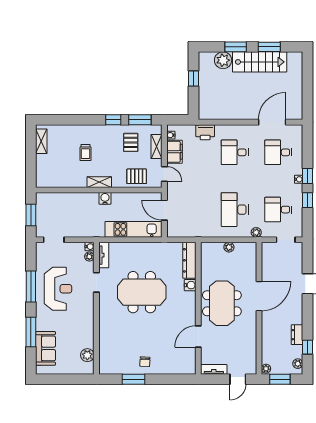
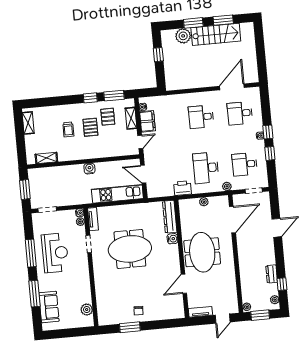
printer: (205, 132) -> (183, 188), moved, turned 180
door: (164, 174) -> (140, 142), hinge flipped
pallet: (137, 176) -> (90, 127), moved, turned 90
shelving: (99, 182) -> (46, 158), moved
door: (259, 296) -> (232, 220), moved

